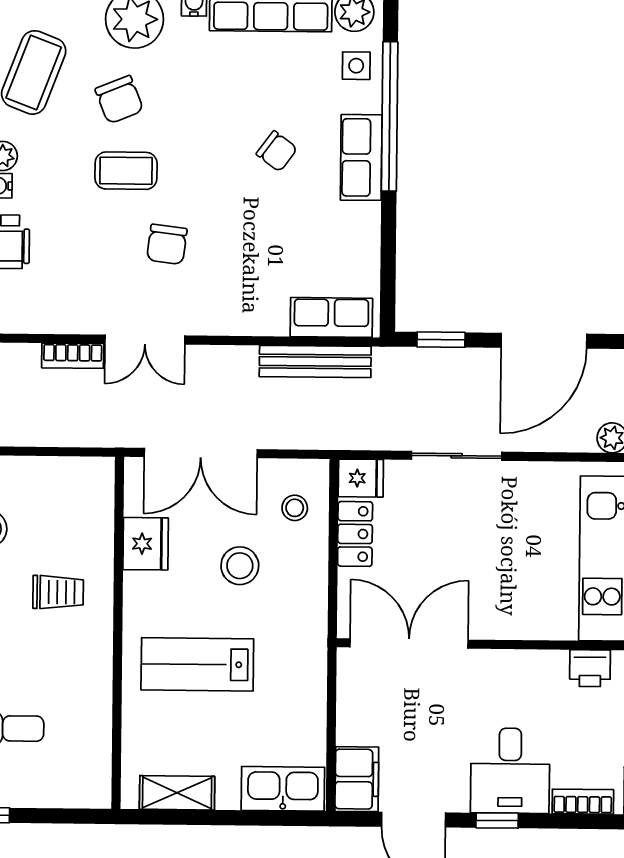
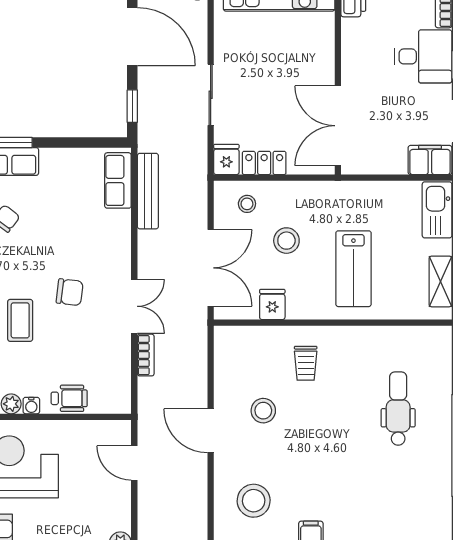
fridge: (146, 544) -> (272, 304), width x0.72
trolley: (58, 592) -> (306, 363), turned 180

